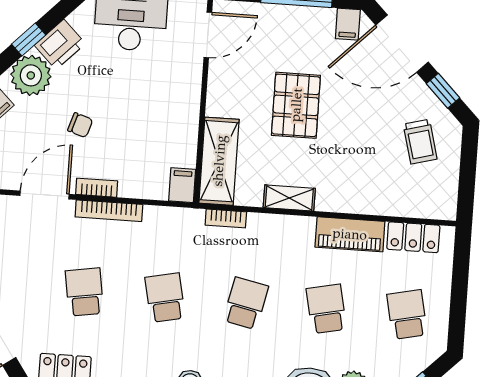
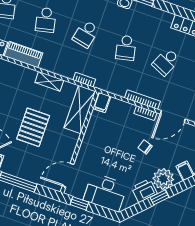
school desk: (84, 292) -> (166, 62), turned 33

